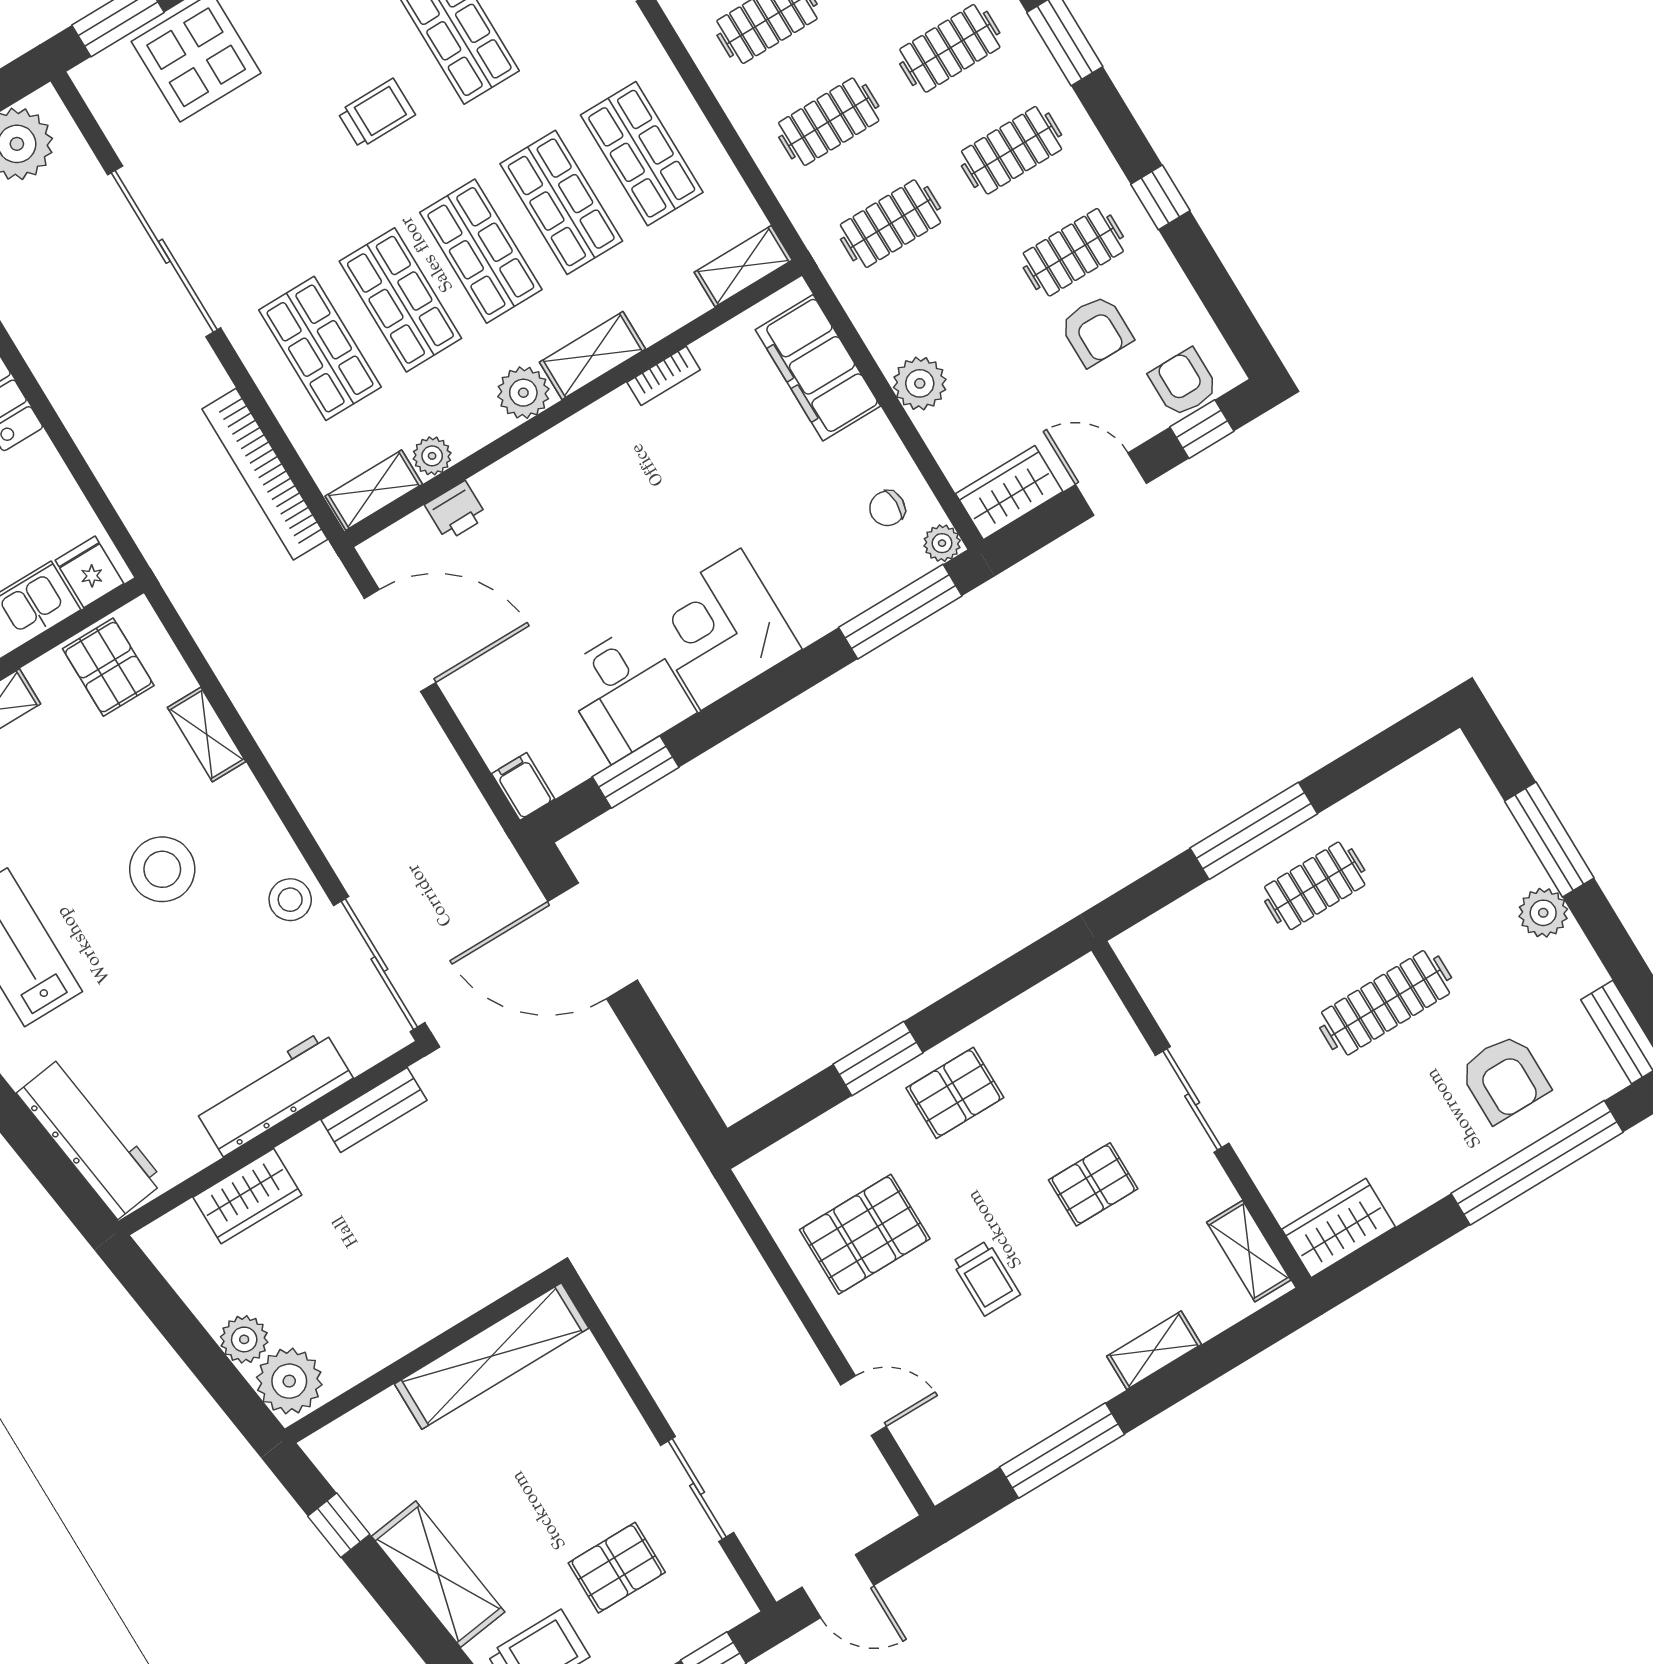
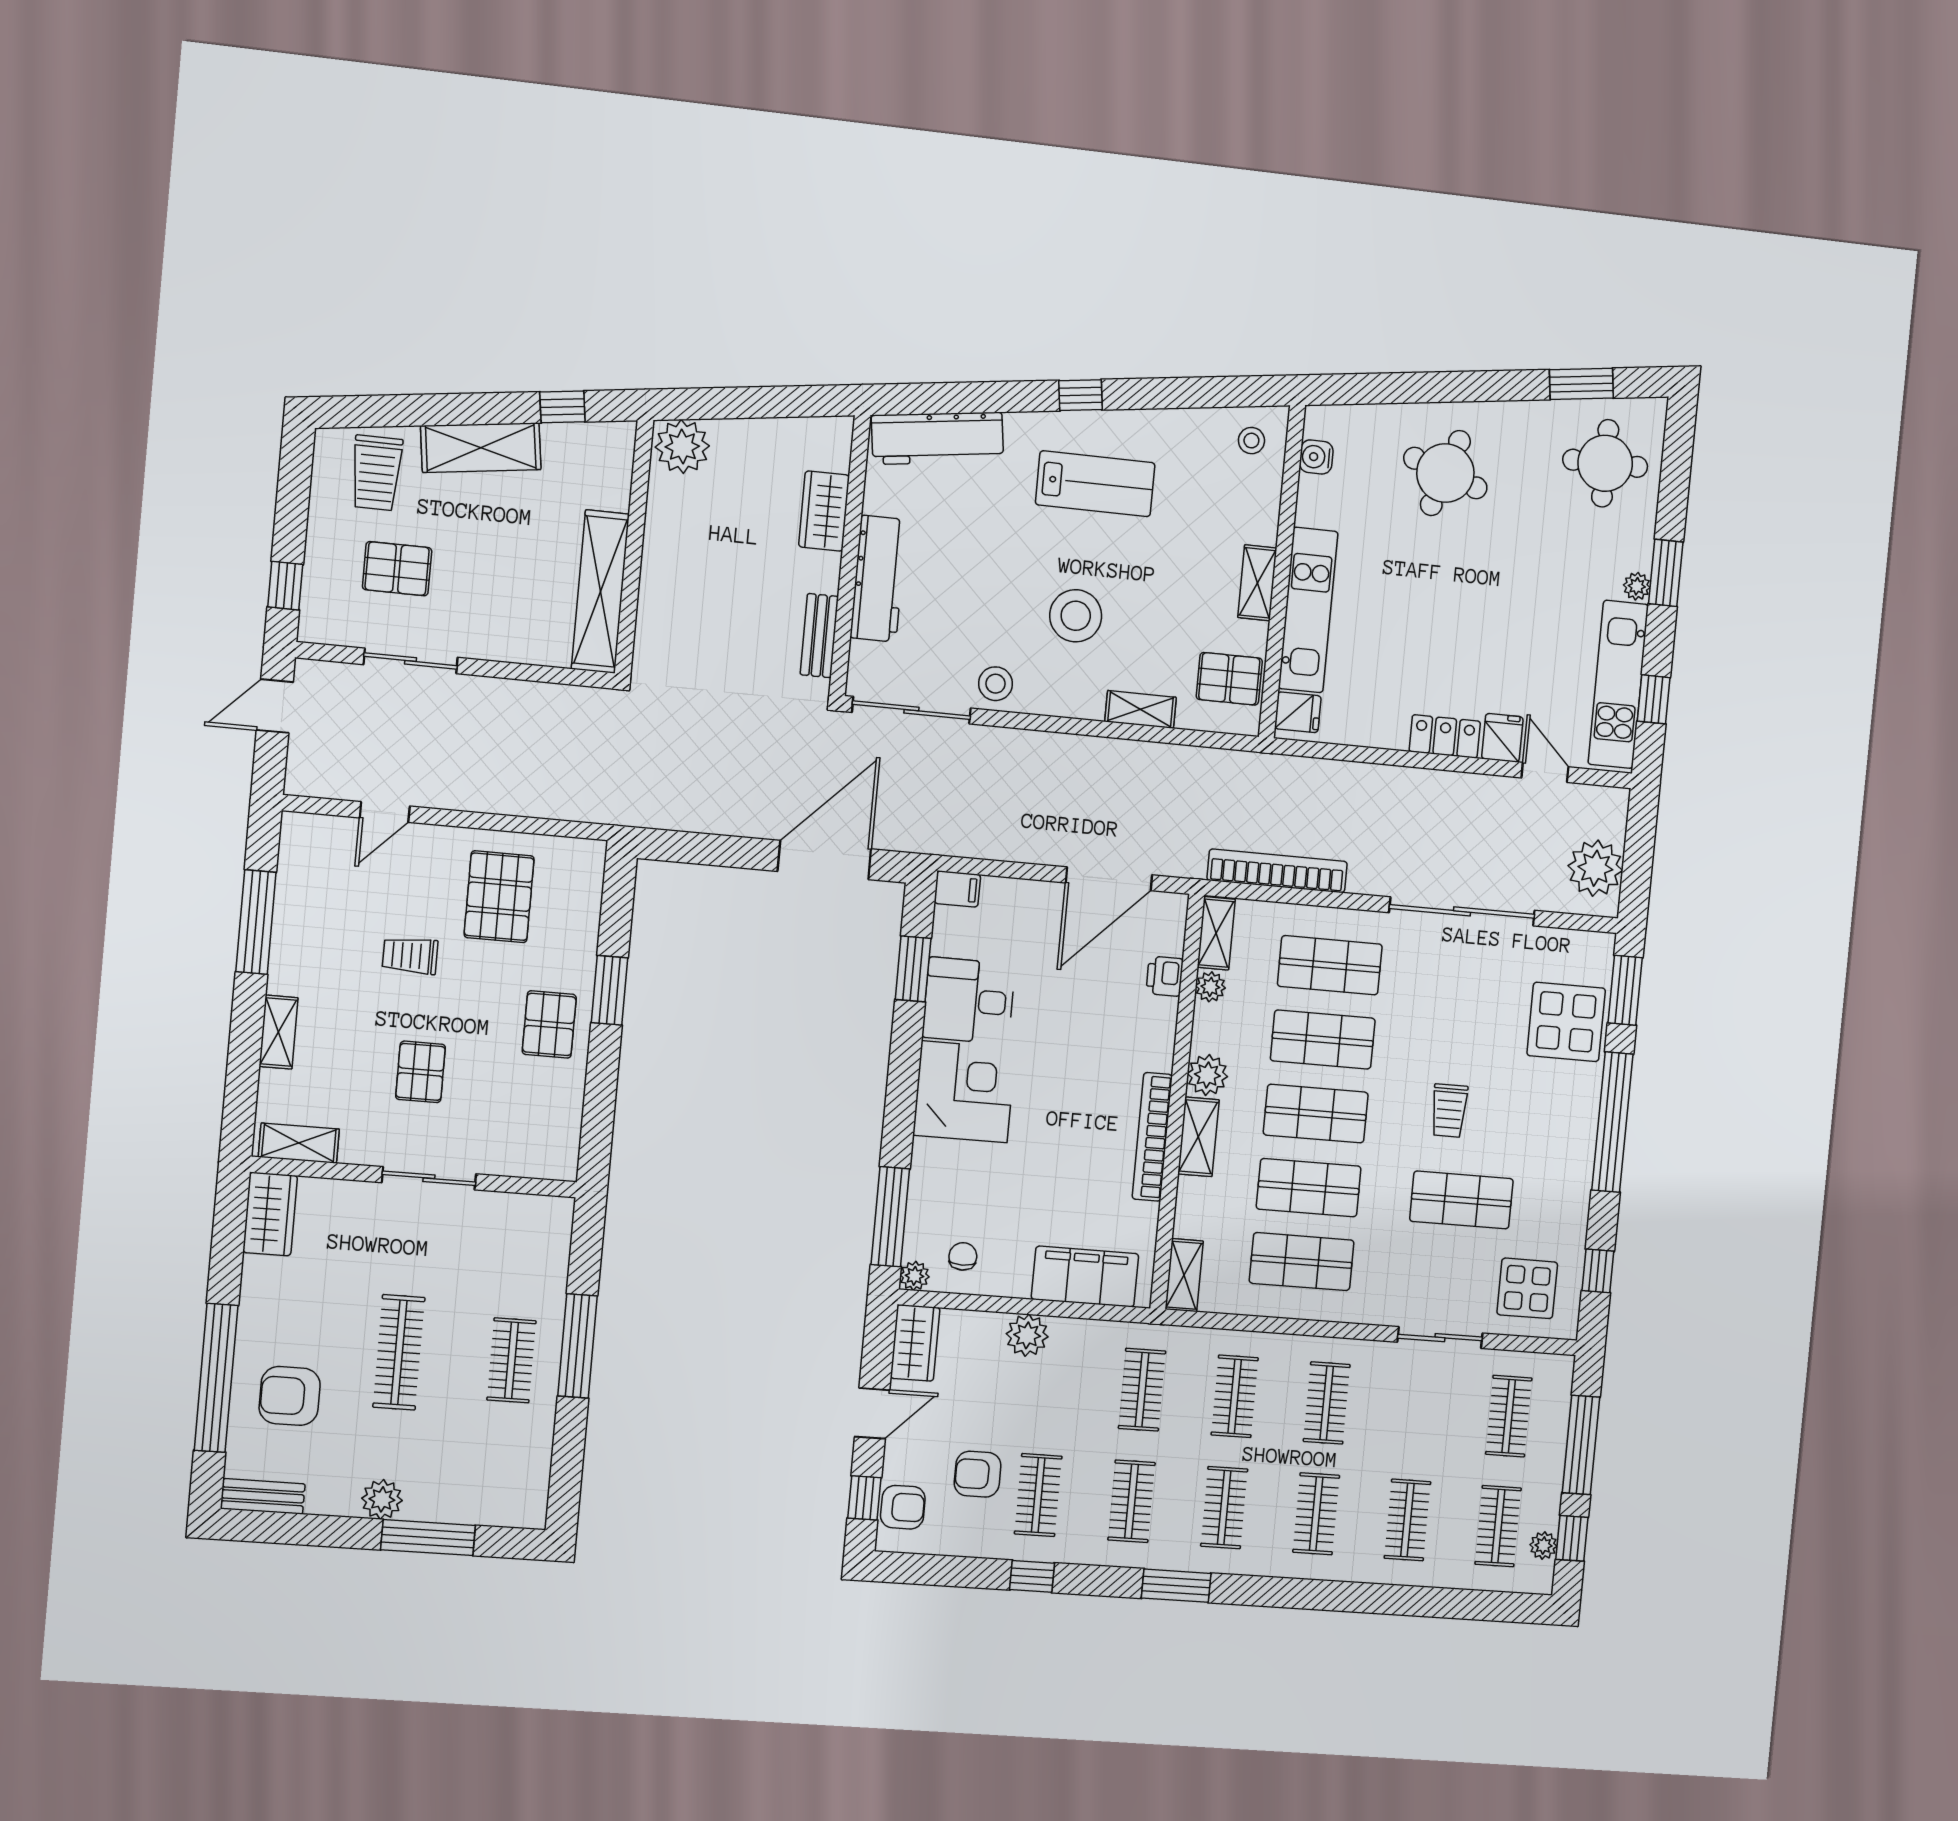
bookcase: (664, 376) -> (1152, 1137), width x2.31, depth x1.31
plant: (244, 1339) -> (732, 438), removed
pallet: (617, 1568) -> (397, 569), turned 90

